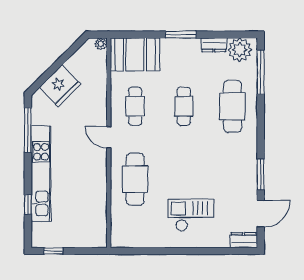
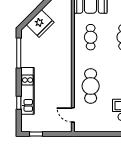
door: (109, 137) -> (73, 115), moved
kitchen unit: (41, 174) -> (28, 91), width x0.73

